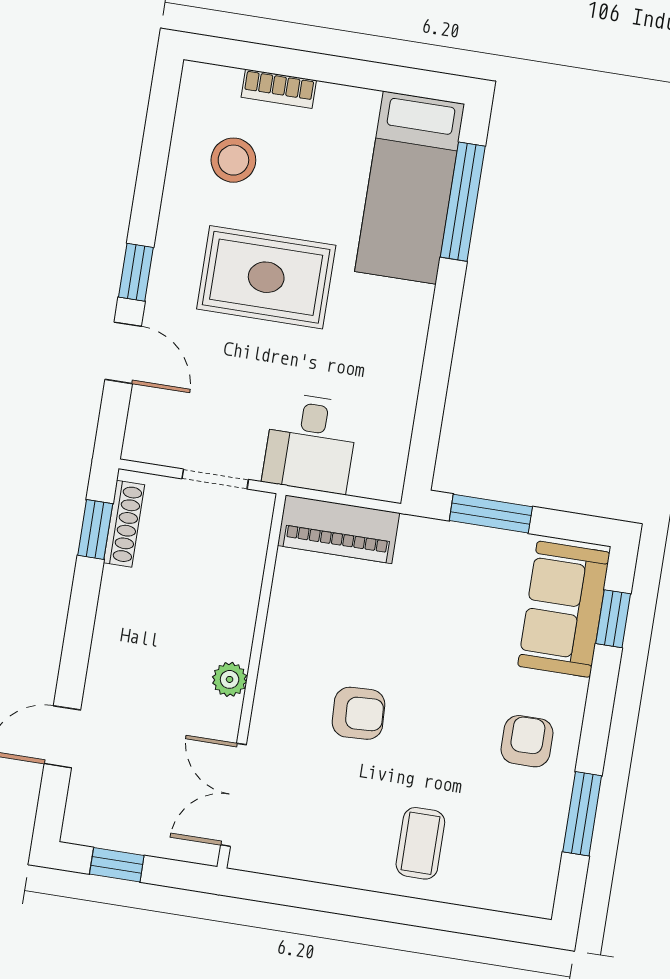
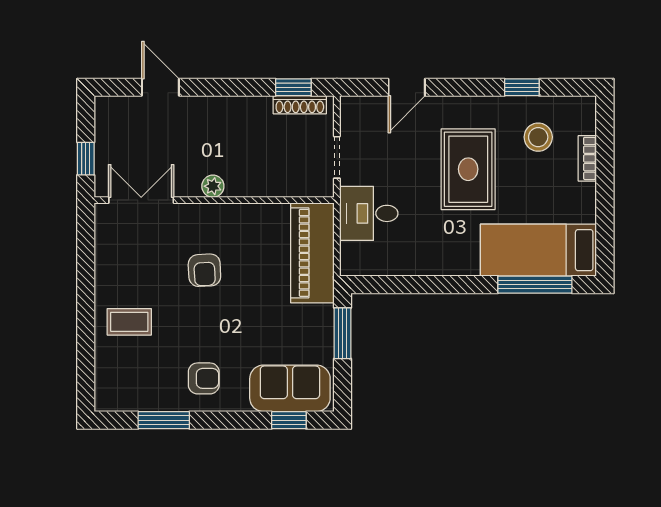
window: (136, 272) -> (522, 87), moved
piano: (339, 529) -> (312, 253), width x1.37, depth x1.33
window: (117, 865) -> (86, 159), moved

